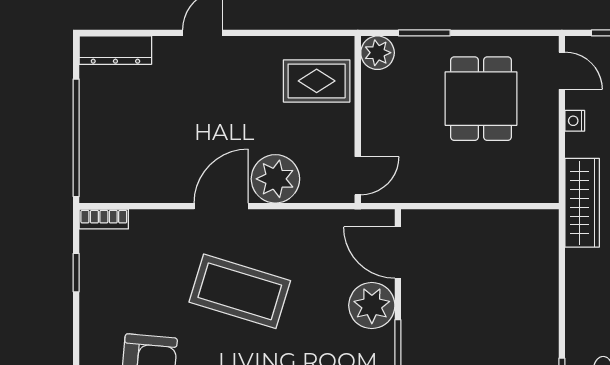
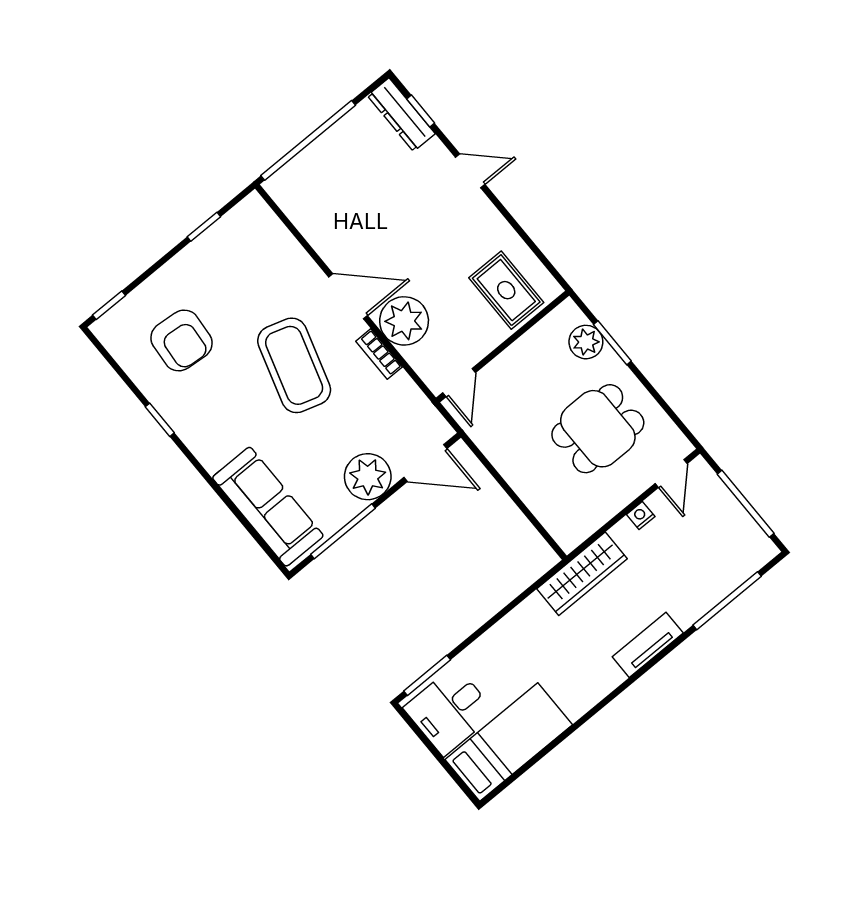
window: (125, 33) -> (421, 111), added
plant: (378, 53) -> (586, 342), moved
door: (358, 176) -> (459, 383), hinge flipped
bookcase: (104, 219) -> (379, 354), moved
door: (398, 253) -> (425, 463), swing flipped

